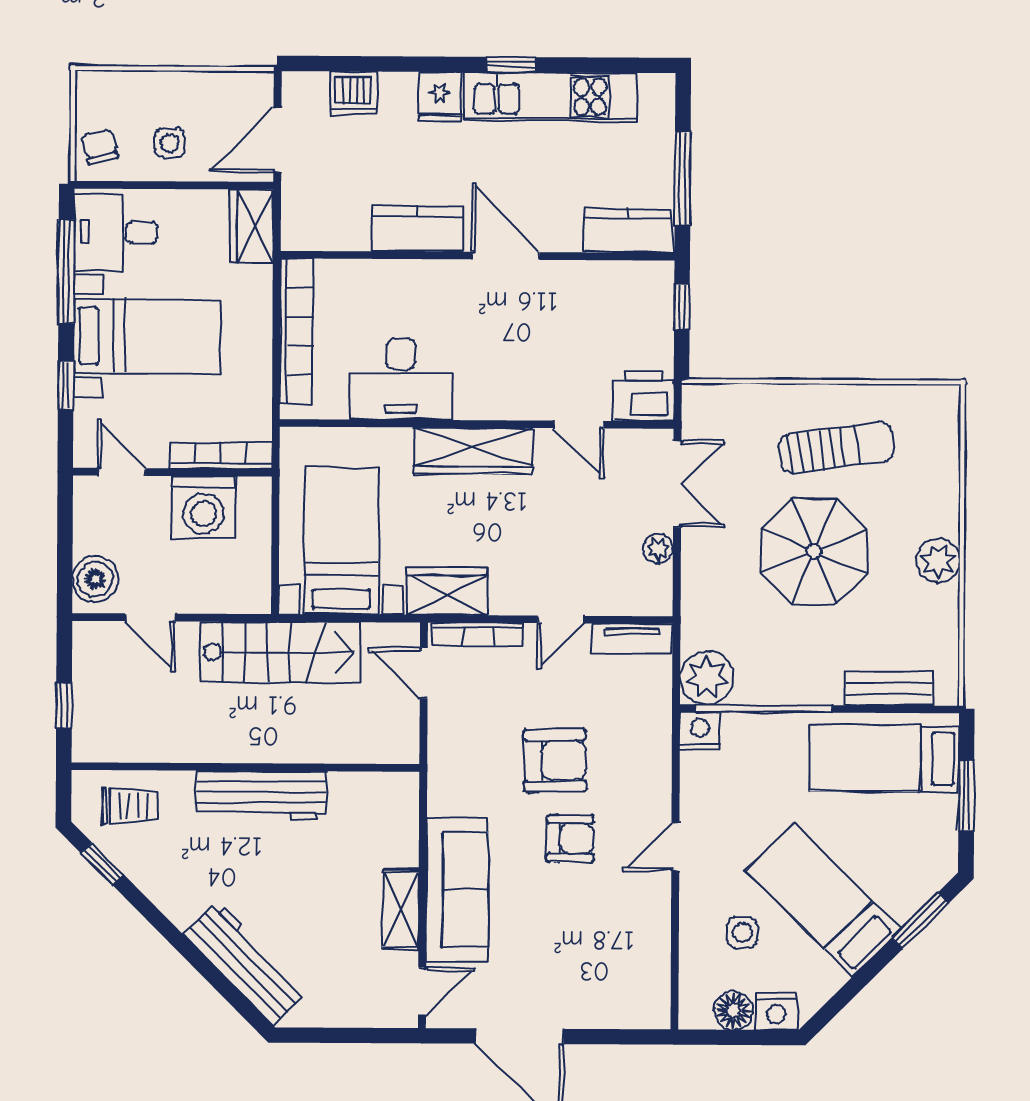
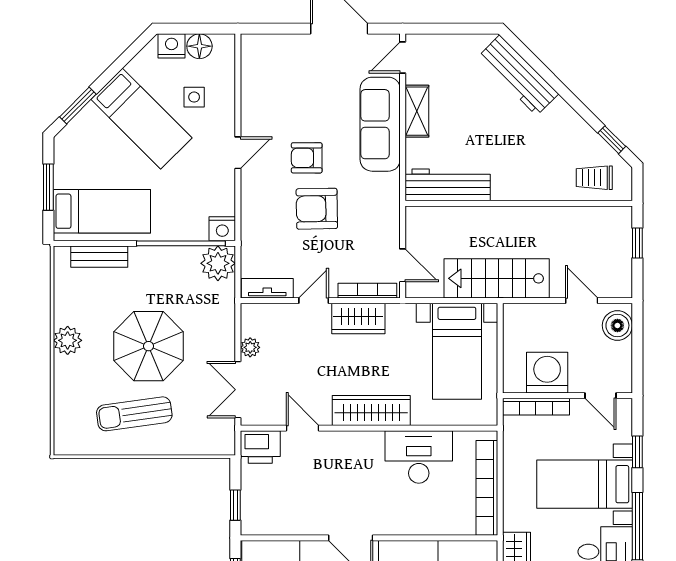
wardrobe: (447, 592) -> (358, 319), moved
workbench: (261, 795) -> (448, 185), moved

